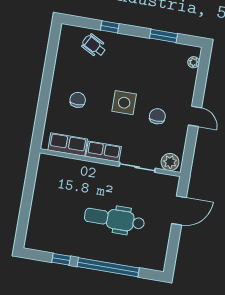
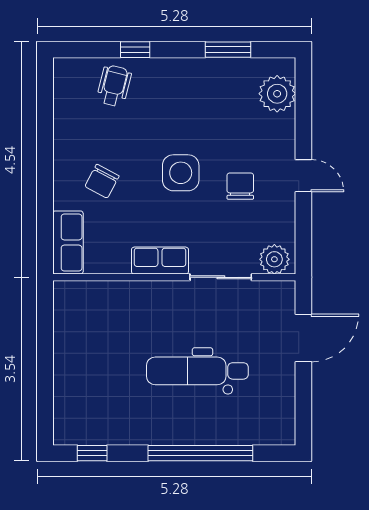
wheelchair: (94, 46) -> (114, 86), turned 76
plant: (194, 62) -> (277, 94), width x1.88, depth x1.88
chair: (78, 100) -> (102, 181), turned -152
row of seats: (68, 145) -> (68, 243), moved, turned 90
window: (61, 259) -> (92, 453), moved

